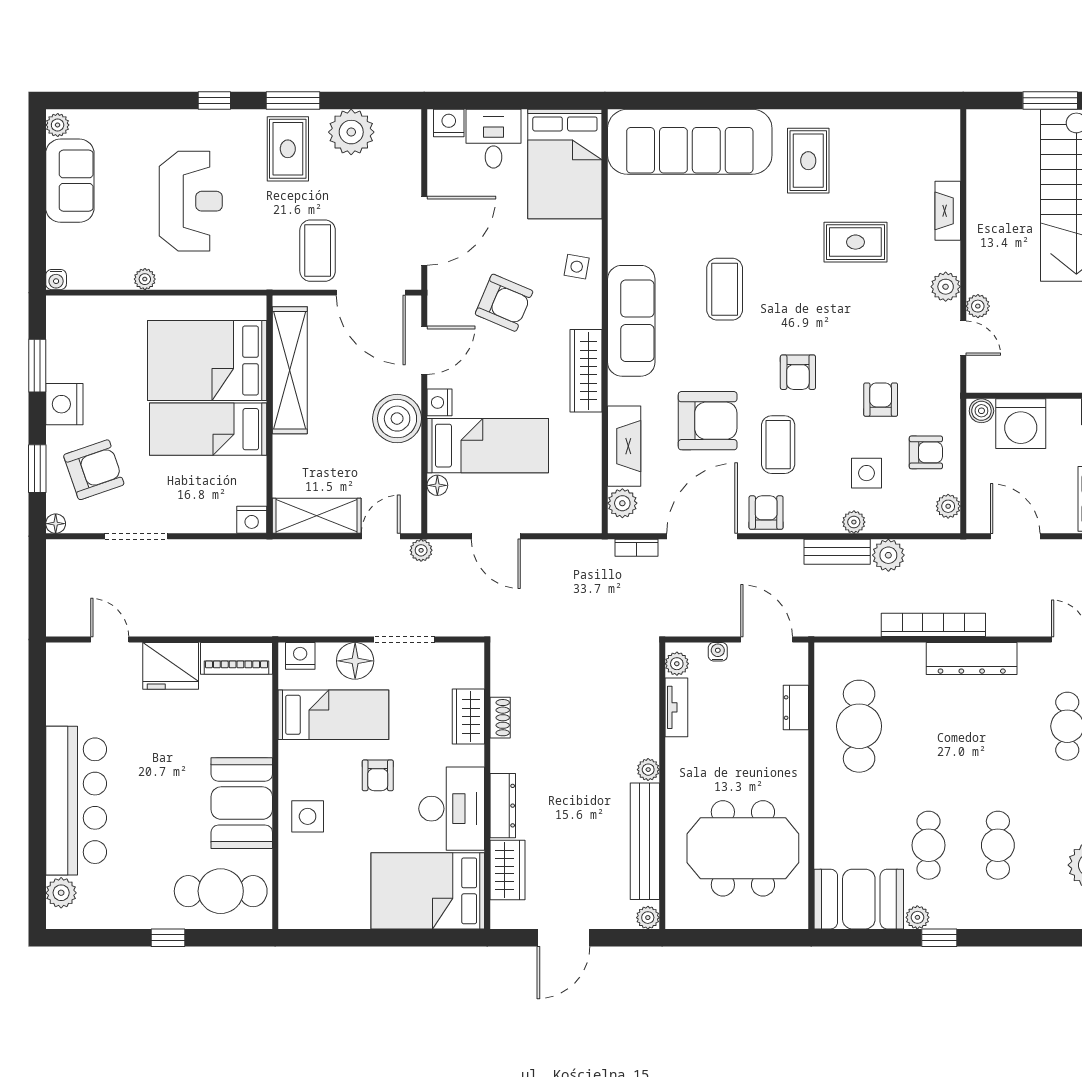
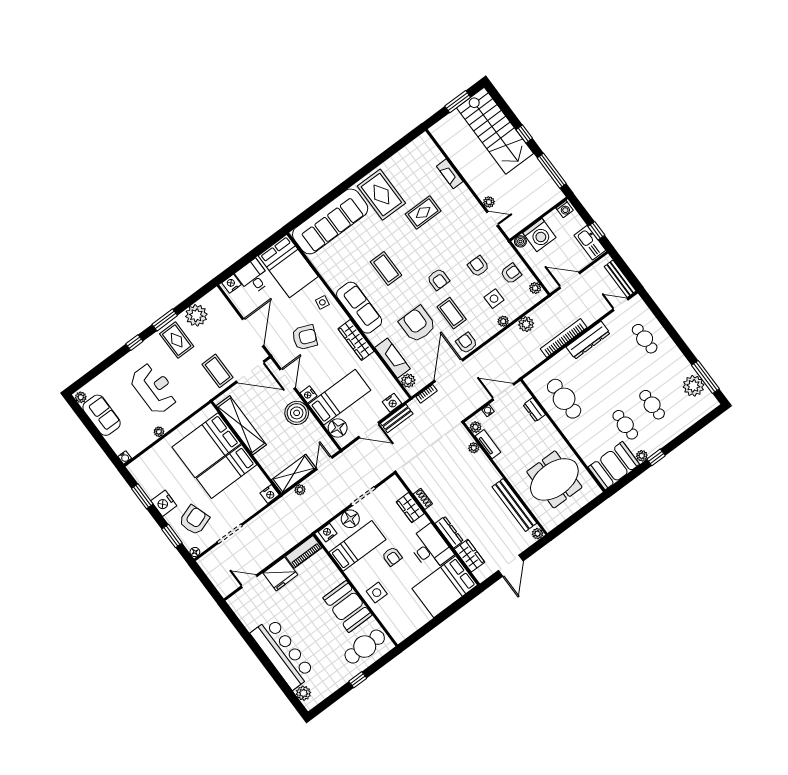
rug: (808, 161) -> (381, 195), width x1.36, depth x1.43
plant: (946, 287) -> (471, 204), removed
armchair: (708, 421) -> (417, 324), turned -90
floor lamp: (437, 485) -> (338, 428), width x1.89, depth x1.89
nightstand: (568, 520) -> (392, 403), added
plant: (421, 550) -> (300, 490), moved
bench: (837, 552) -> (397, 418), moved
plant: (648, 770) -> (474, 448), moved

